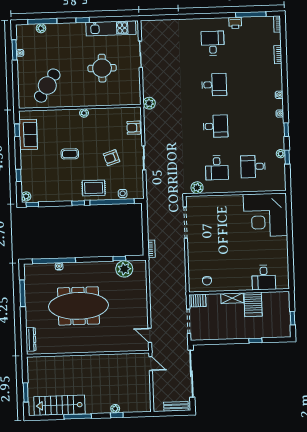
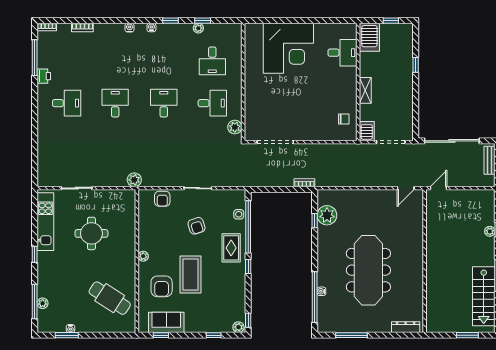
desk: (213, 43) -> (67, 103), turned 180
armchair: (59, 130) -> (162, 286), added
coffee table: (70, 154) -> (190, 274), width x1.86, depth x1.72
corner desk: (265, 215) -> (288, 48), moved
server rack: (253, 304) -> (369, 37), moved, turned 90

